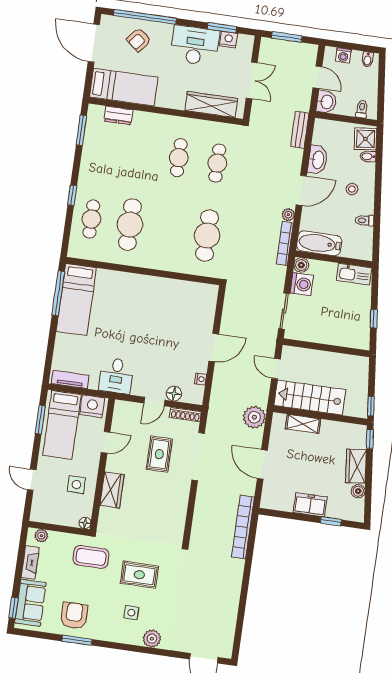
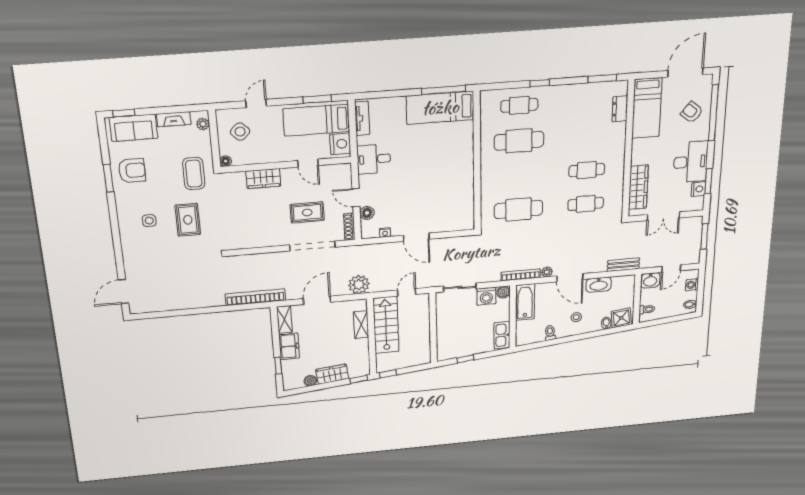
side table: (76, 485) -> (240, 132), moved, turned 45
shelving: (277, 503) -> (284, 320), added
plant: (152, 639) -> (129, 244), removed

